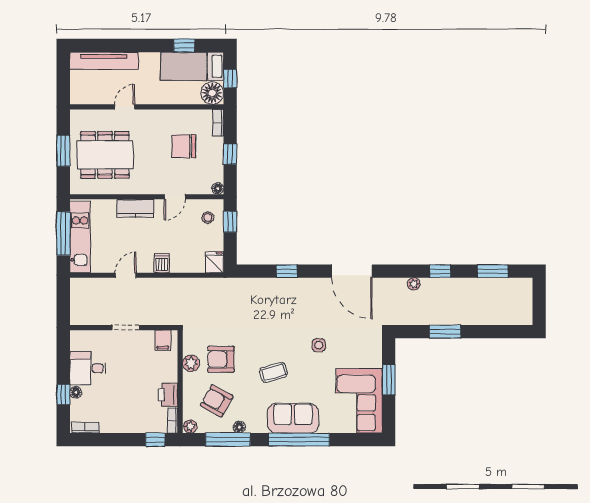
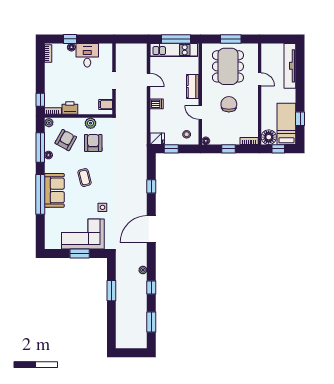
chair: (184, 146) -> (229, 104), moved
window: (230, 222) -> (171, 149), moved
corner sofa: (359, 401) -> (83, 234), moved

